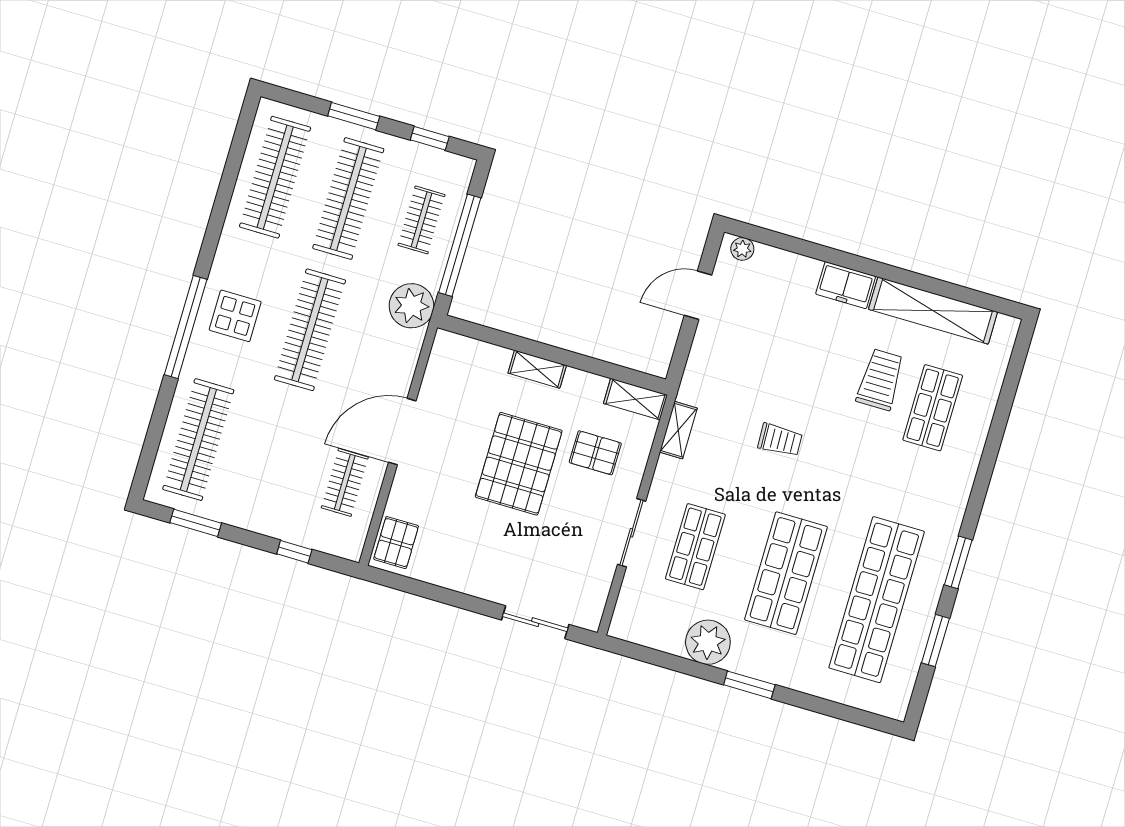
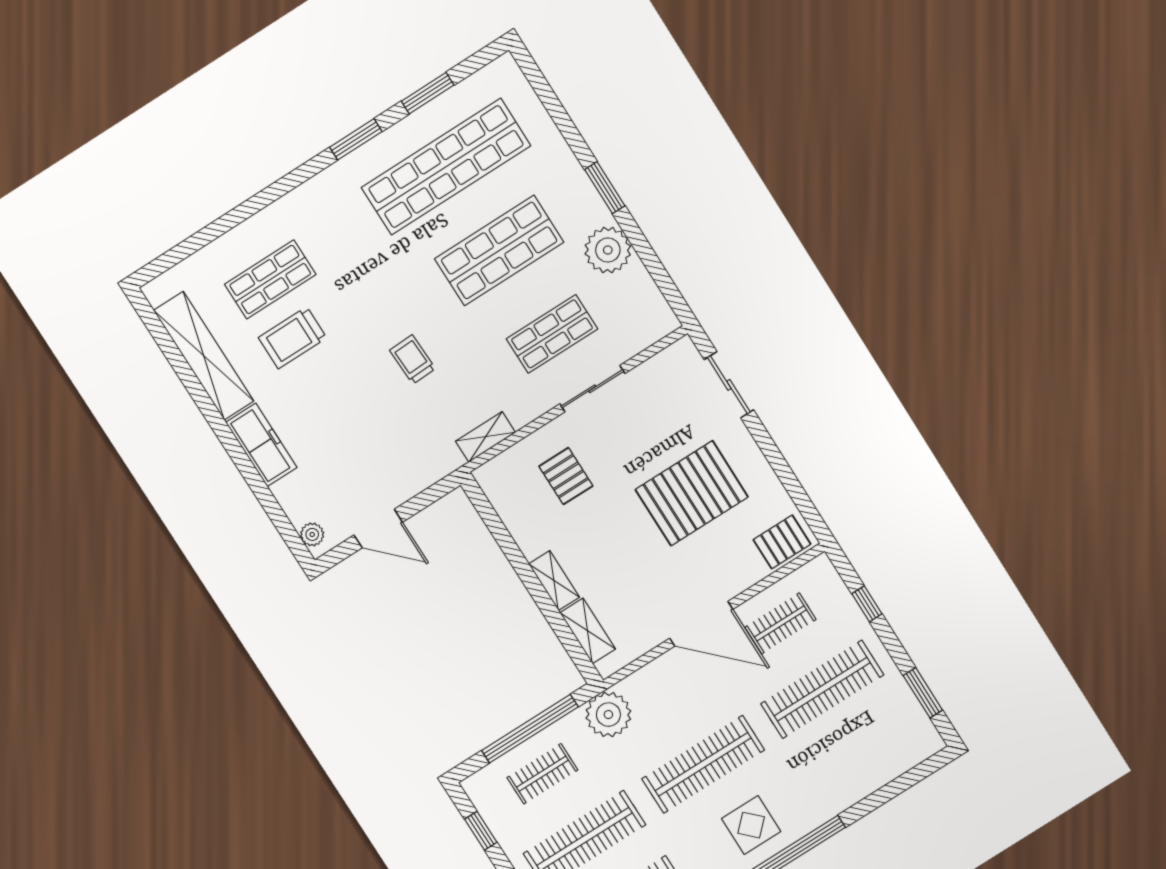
freezer: (846, 285) -> (261, 445), width x1.40
shelving: (635, 399) -> (588, 631), moved
clothes rail: (198, 440) -> (822, 689), moved
pallet: (519, 464) -> (692, 493), moved

